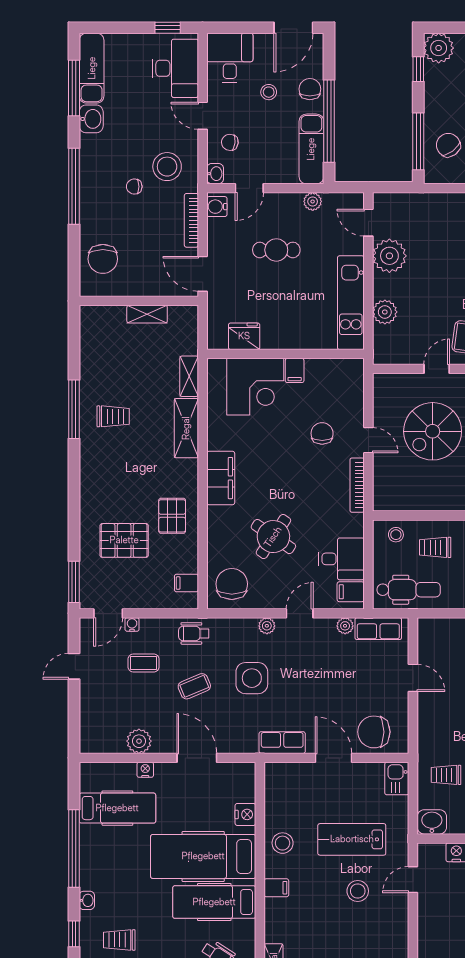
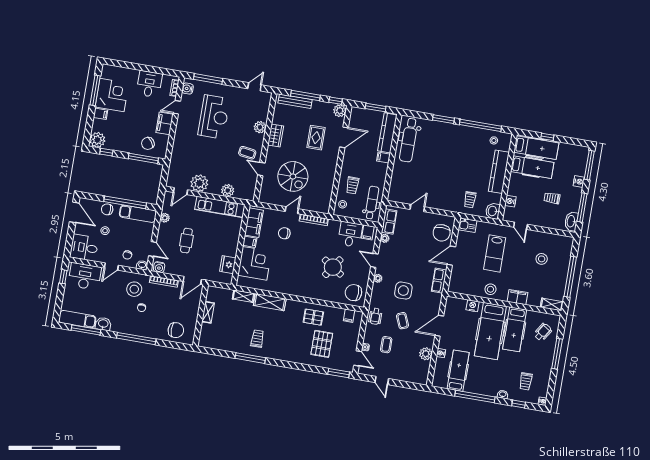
filing cabinet: (221, 478) -> (254, 223), moved, turned 90
filing cabinet: (276, 888) -> (517, 297), width x2.00
stool: (358, 891) -> (542, 259), moved

